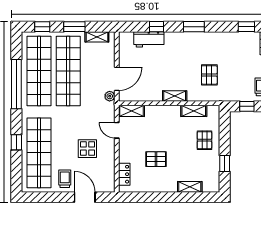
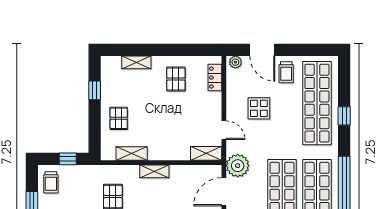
plant: (110, 96) -> (238, 166), width x1.87, depth x1.87
pallet: (156, 159) -> (176, 79), moved, turned 90
plant: (107, 187) -> (235, 62), added

